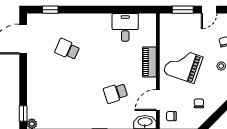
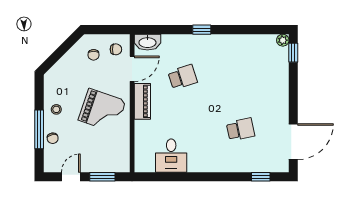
school desk: (67, 49) -> (241, 129), turned -36
piano: (149, 62) -> (142, 101), moved
chair: (199, 103) -> (94, 55), moved

